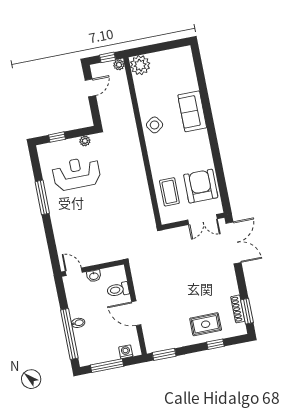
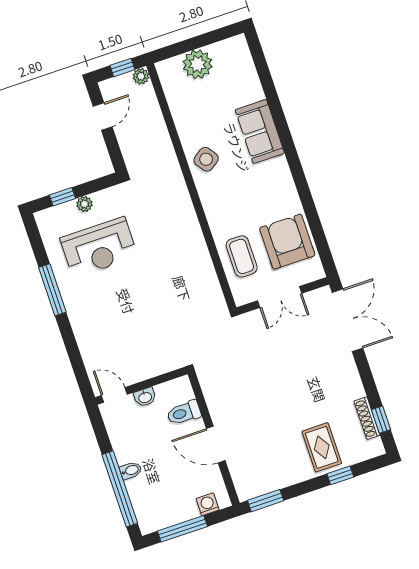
plant: (140, 65) -> (197, 64), moved
plant: (85, 141) -> (84, 204), moved
reception desk: (76, 174) -> (99, 247), turned 180
double door: (203, 219) -> (280, 297), moved
window: (247, 311) -> (381, 420), width x0.67
rug: (206, 324) -> (322, 447), turned 90

